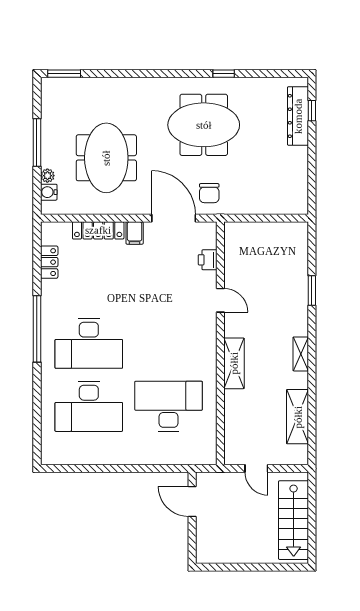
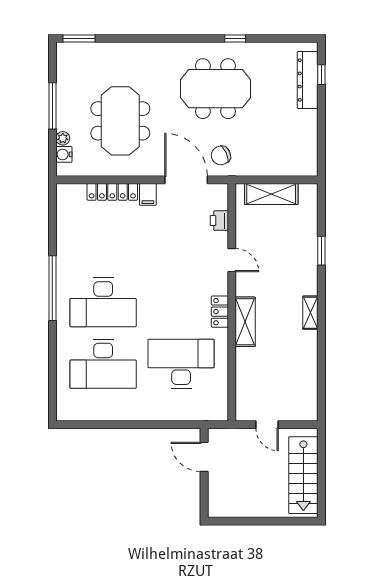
chair: (209, 193) -> (221, 155), turned 65
locker: (49, 262) -> (220, 312), moved, turned 180
shelving: (298, 417) -> (271, 194), moved, turned 90

